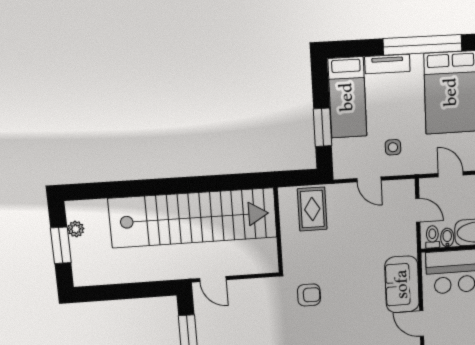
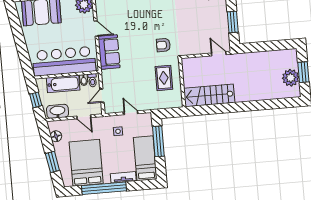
window: (323, 127) -> (158, 141), width x1.44
rug: (312, 209) -> (164, 78), moved
door: (418, 210) -> (102, 96), hinge flipped
stairs: (193, 218) -> (209, 95), width x0.54, depth x0.66
plant: (76, 229) -> (291, 78), width x1.87, depth x1.87

